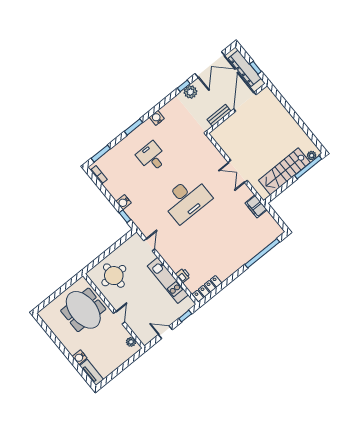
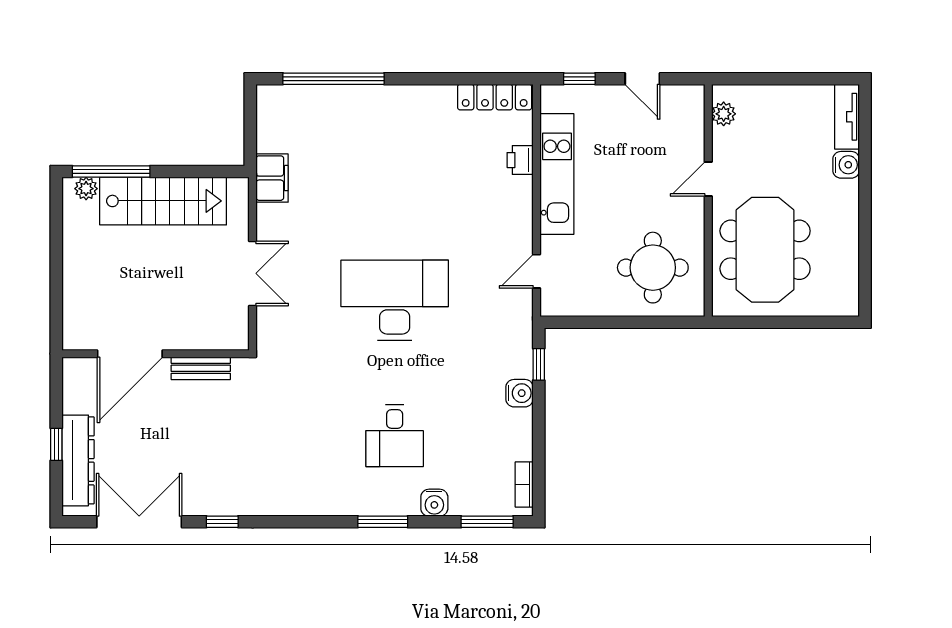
plant: (190, 92) -> (219, 500), removed
door: (245, 102) -> (130, 354), moved
wall: (237, 108) -> (156, 354), moved
bench: (219, 115) -> (201, 368), moved
water cooler: (157, 118) -> (434, 503), moved

